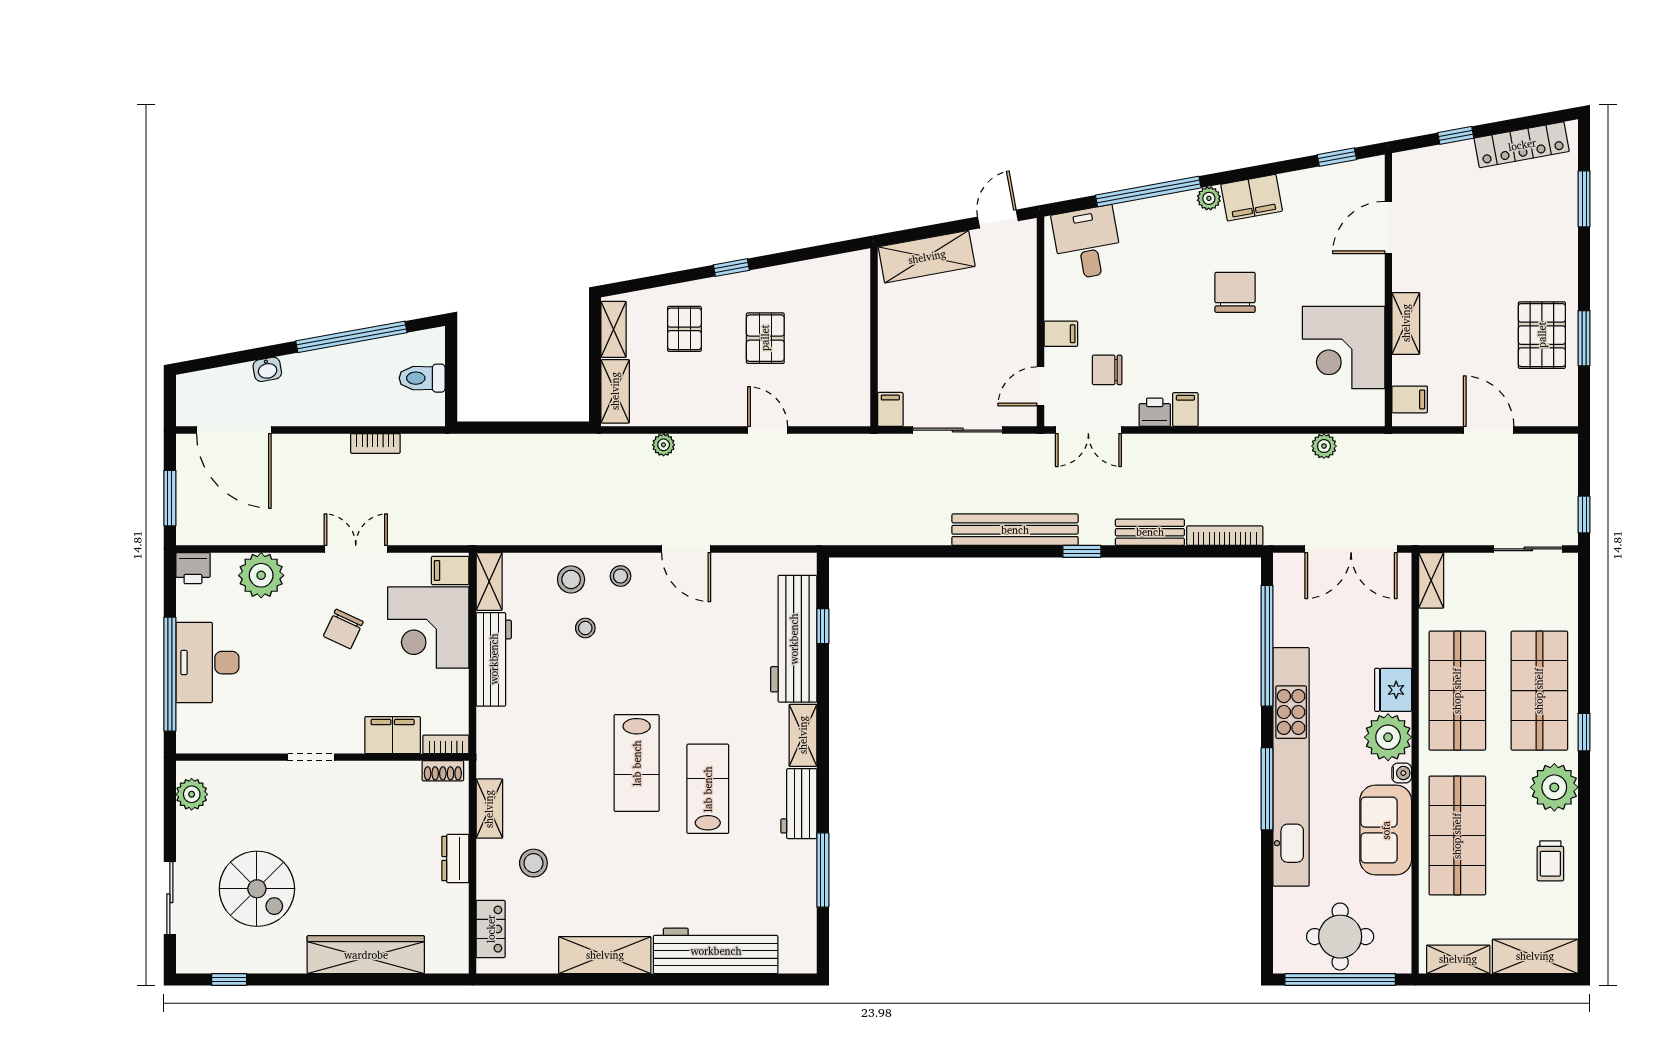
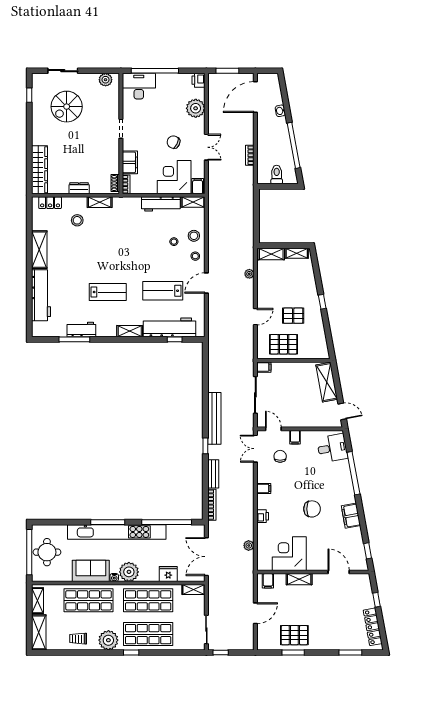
plant: (1209, 198) -> (351, 498), removed
pallet: (684, 329) -> (283, 344), moved, width x1.50, depth x1.42
printer: (1155, 412) -> (263, 516), moved
desk: (207, 663) -> (139, 86), moved
fridge: (1393, 690) -> (168, 574), moved
lab bench: (637, 763) -> (163, 291), moved
workbench: (799, 804) -> (81, 329), moved
wardrobe: (366, 955) -> (40, 170), moved

